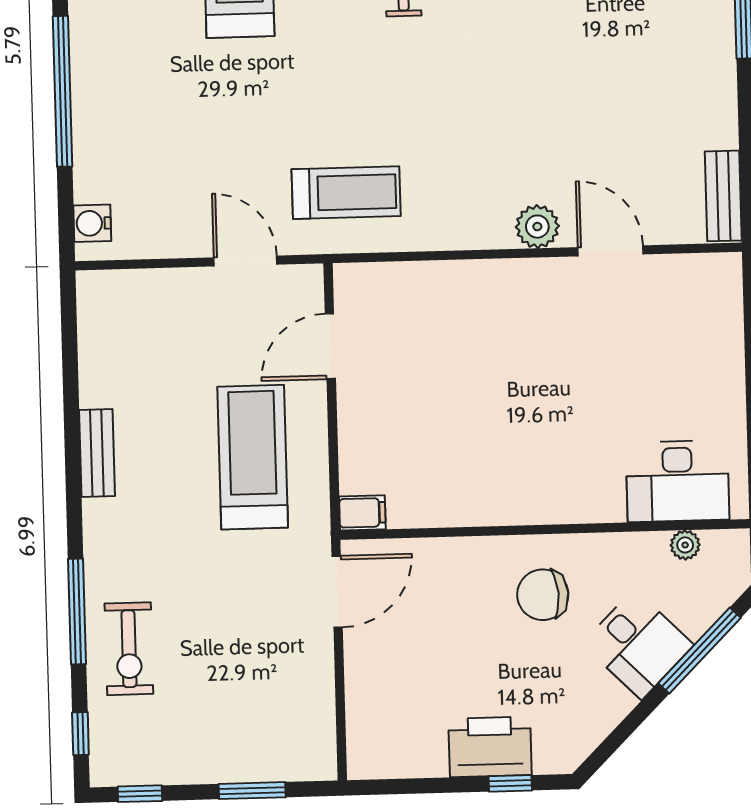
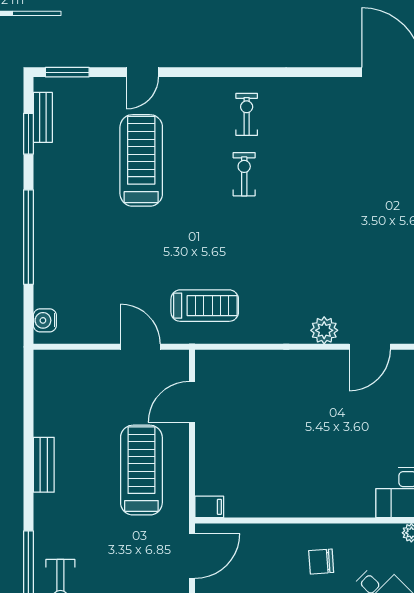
door: (610, 251) -> (370, 347), swing flipped
chair: (543, 595) -> (321, 562), width x0.73, depth x0.73

